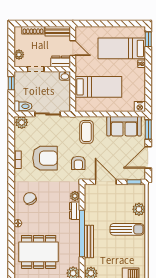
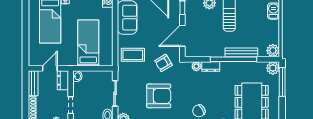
armchair: (45, 158) -> (159, 96), turned 90
armchair: (78, 163) -> (164, 63), turned 149

